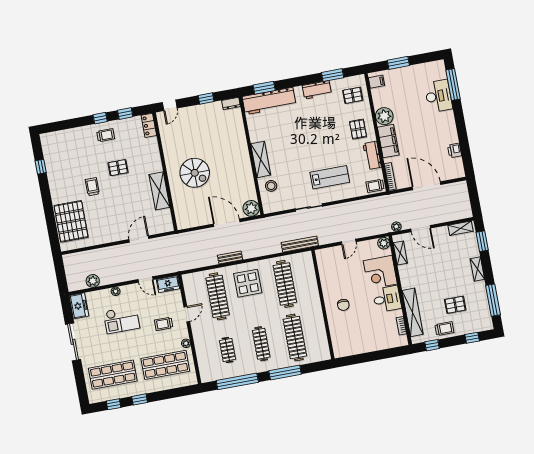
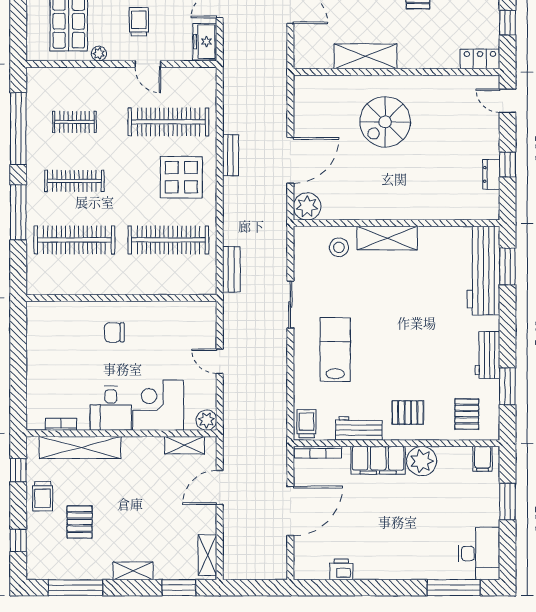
desk: (438, 96) -> (479, 554), moved, turned -90
dresser: (231, 103) -> (491, 174), moved
lab bench: (330, 177) -> (335, 349), turned 180
plant: (396, 227) -> (231, 447), removed
bench: (300, 244) -> (231, 269), width x0.73

